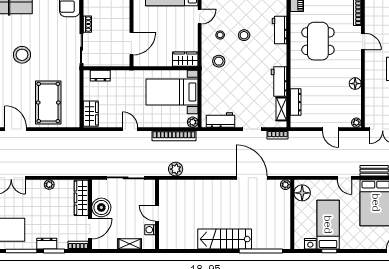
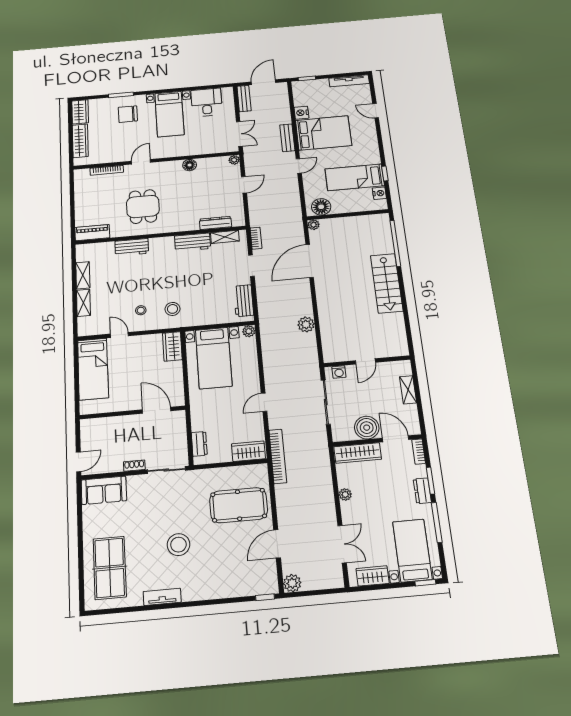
stool: (244, 35) -> (140, 284), removed
dining table: (318, 41) -> (143, 207), width x0.73
bookcase: (174, 136) -> (278, 456), moved
plant: (176, 169) -> (306, 324), moved
washing machine: (150, 230) -> (339, 372), moved

